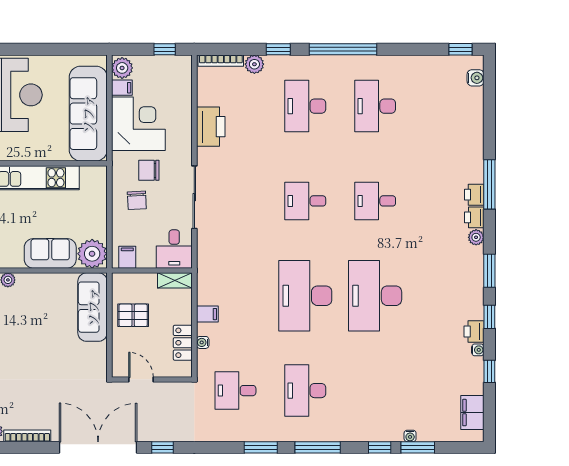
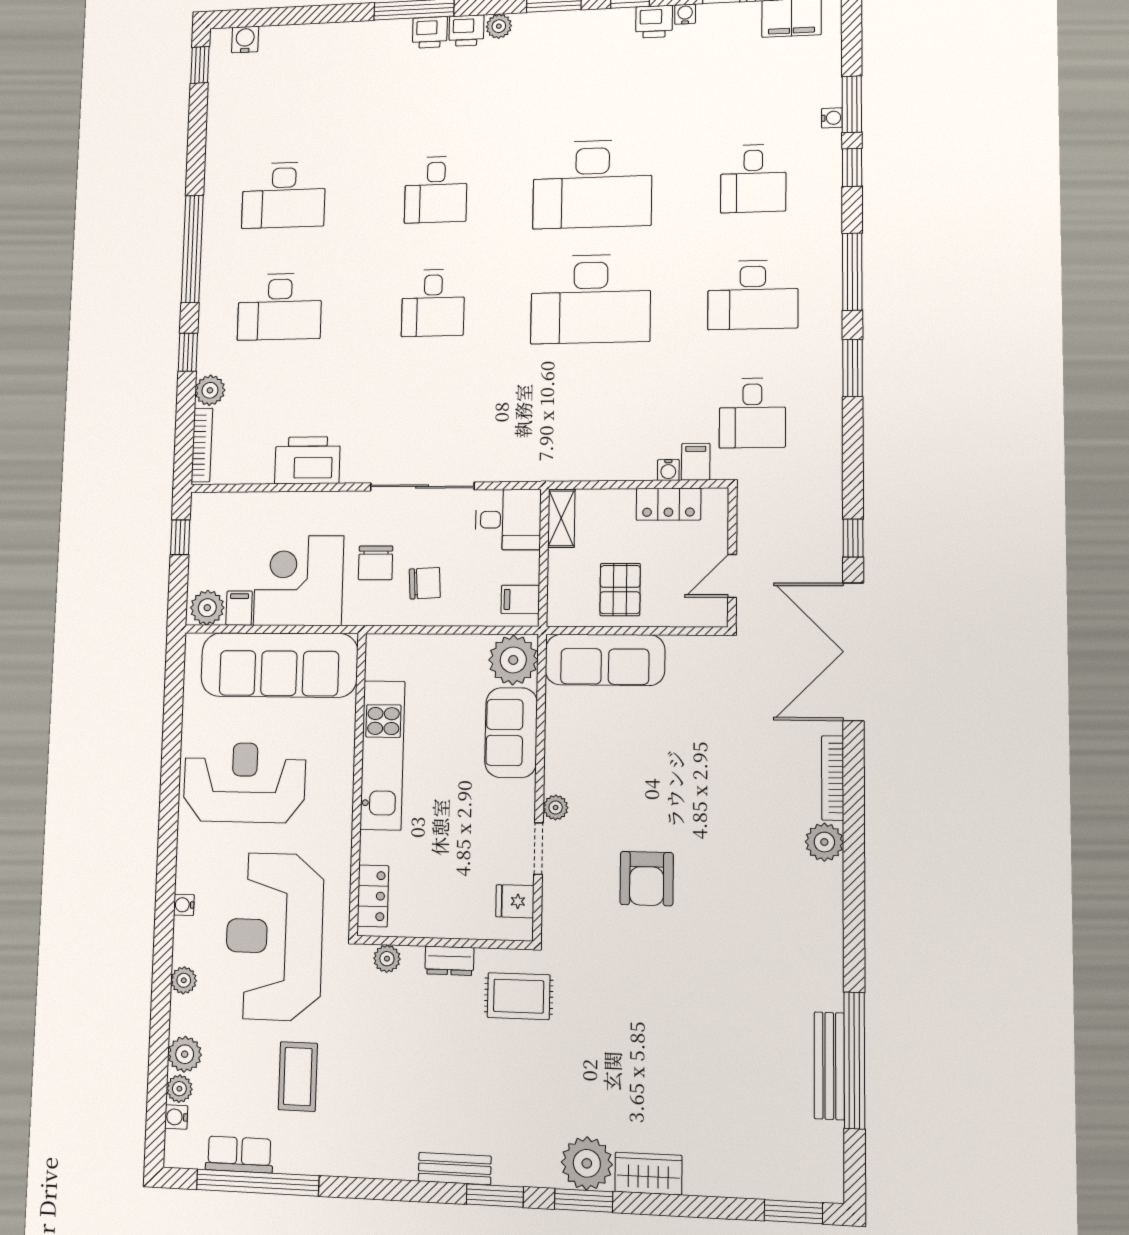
filing cabinet: (207, 314) -> (696, 462), moved
desk: (375, 391) -> (753, 178), added

